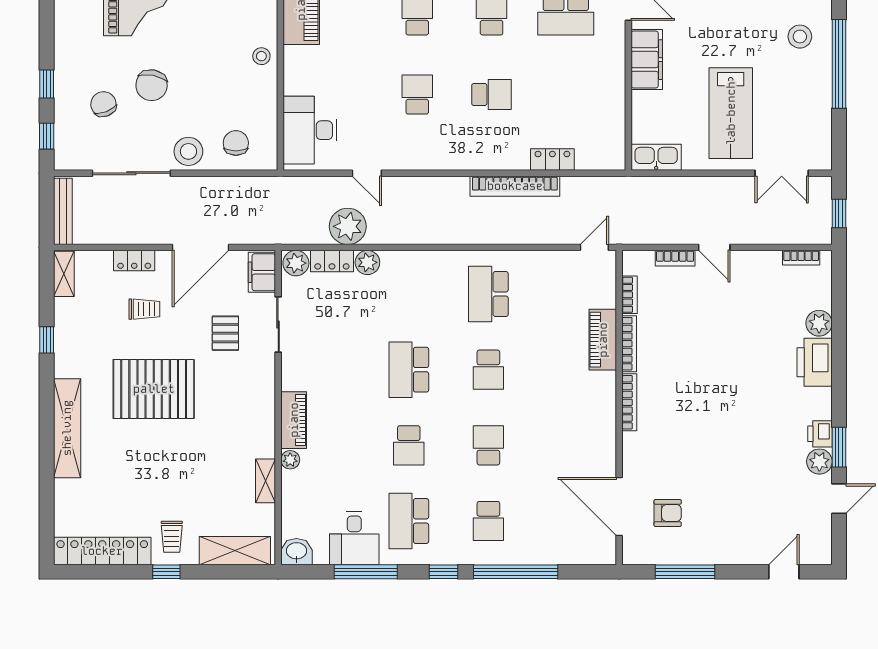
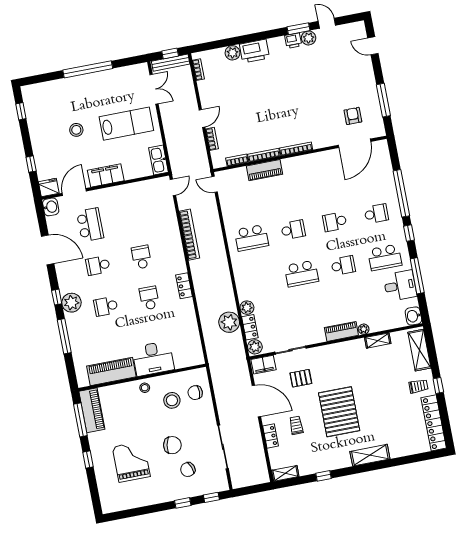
stool: (800, 37) -> (76, 130), moved
school desk: (417, 94) -> (149, 298), turned 90
desk: (310, 130) -> (153, 358), moved
stool: (188, 151) -> (172, 400), moved
locker: (552, 159) -> (184, 286), moved
door: (367, 173) -> (173, 187), moved
bench: (63, 211) -> (171, 63), moved
shelving: (67, 428) -> (370, 455), width x0.68

